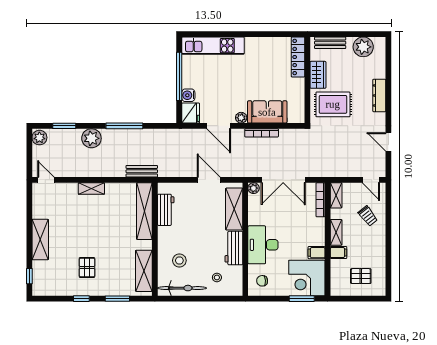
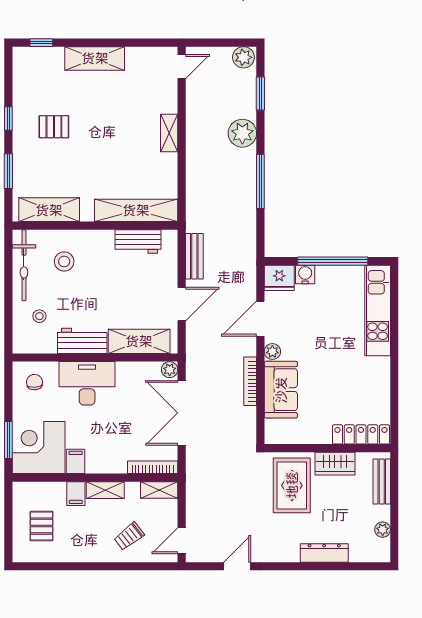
plant: (363, 47) -> (383, 530), width x0.53, depth x0.53
dresser: (379, 95) -> (324, 553), moved
bench: (142, 171) -> (194, 256), moved

